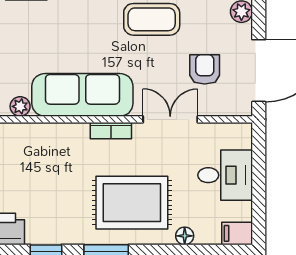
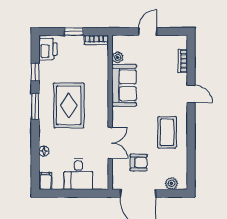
sofa: (82, 95) -> (124, 85), width x0.73
bookcase: (111, 131) -> (104, 109), removed
rug: (132, 203) -> (69, 105), moved

